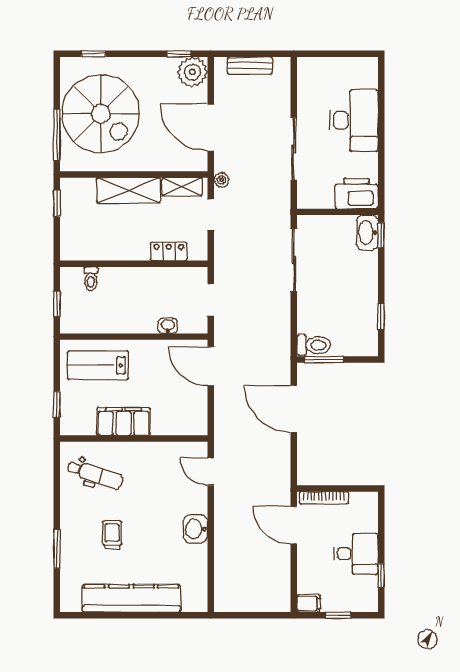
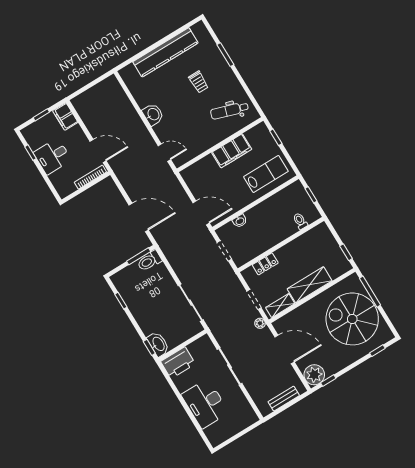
filing cabinet: (309, 603) -> (65, 116), width x2.00

